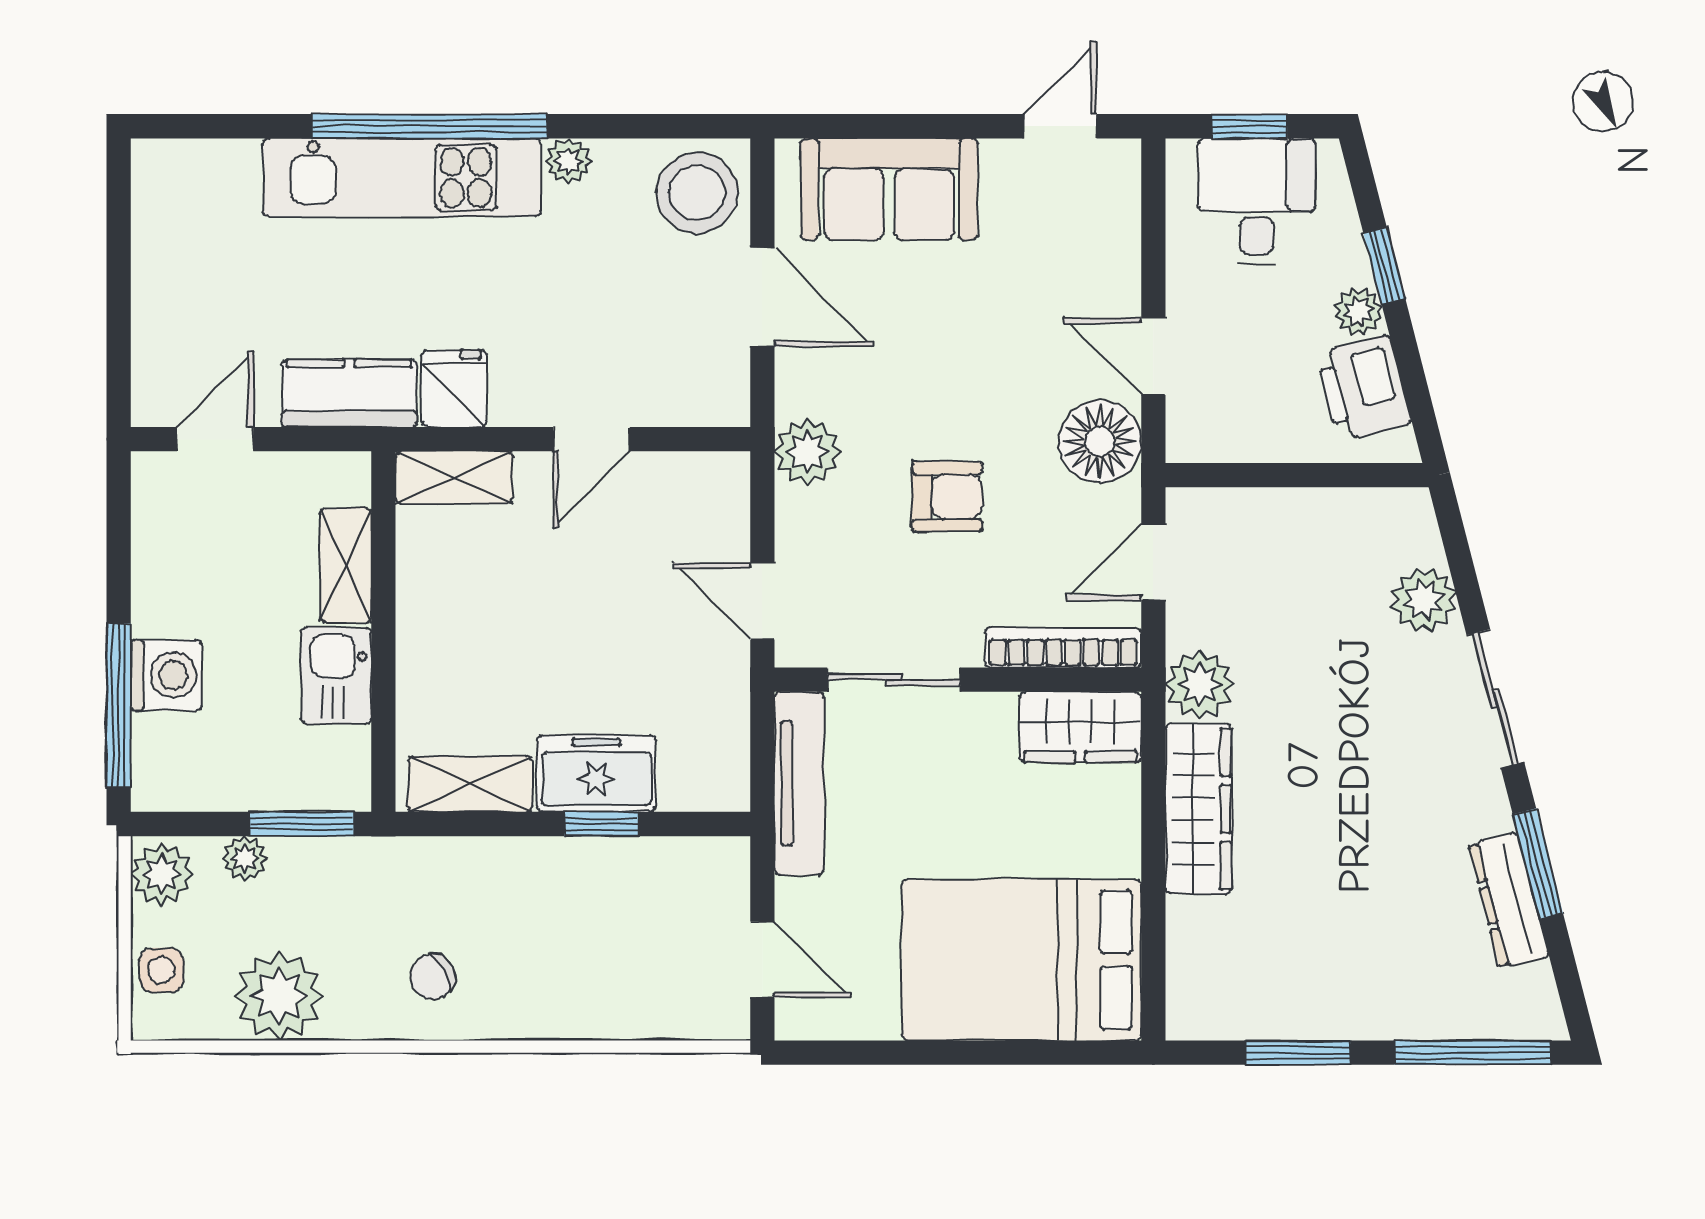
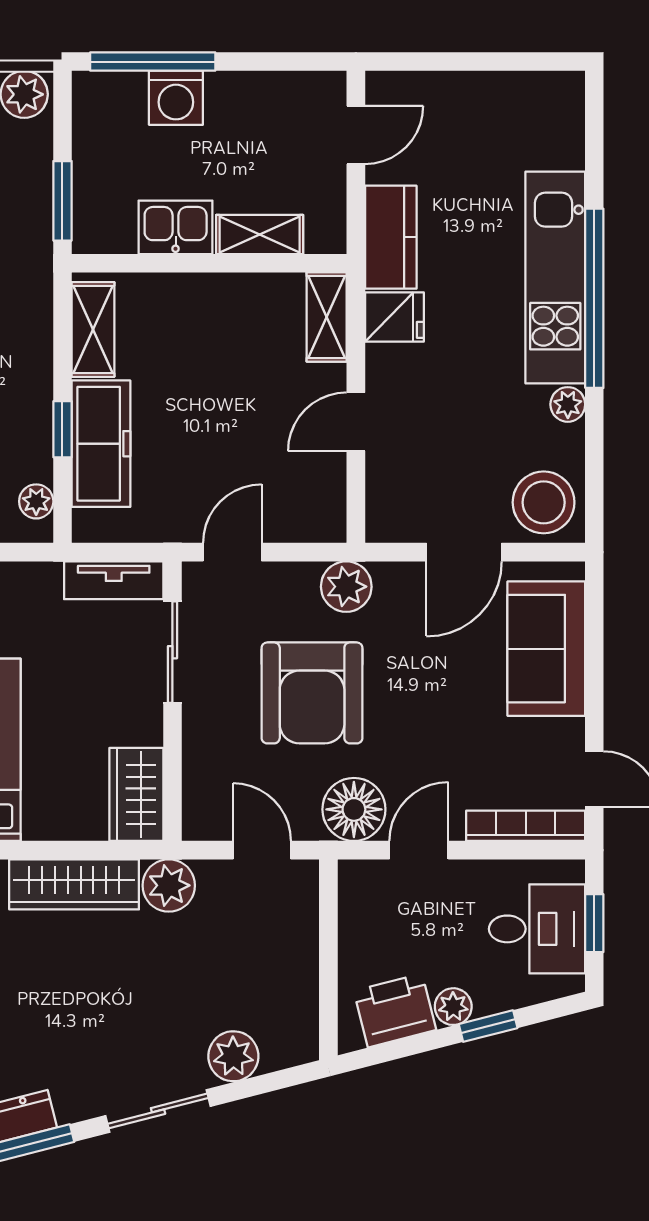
door: (215, 439) -> (356, 135), hinge flipped
door: (591, 439) -> (356, 422), hinge flipped
armchair: (947, 497) -> (312, 693), width x1.88, depth x1.88
bookcase: (1063, 648) -> (526, 826), moved, turned -90
freezer: (596, 773) -> (101, 444), width x1.40
tv unit: (799, 783) -> (114, 580), width x0.71
plant: (245, 858) -> (36, 501), moved

